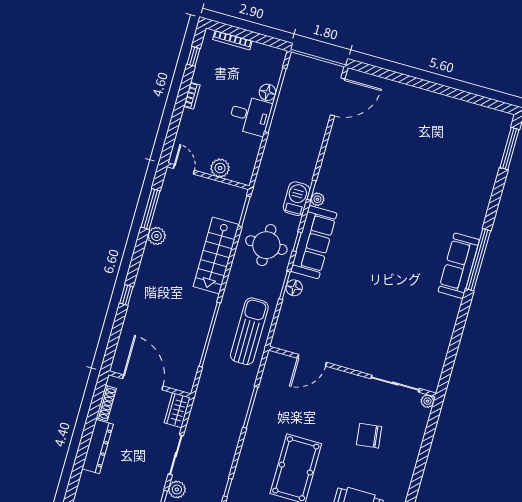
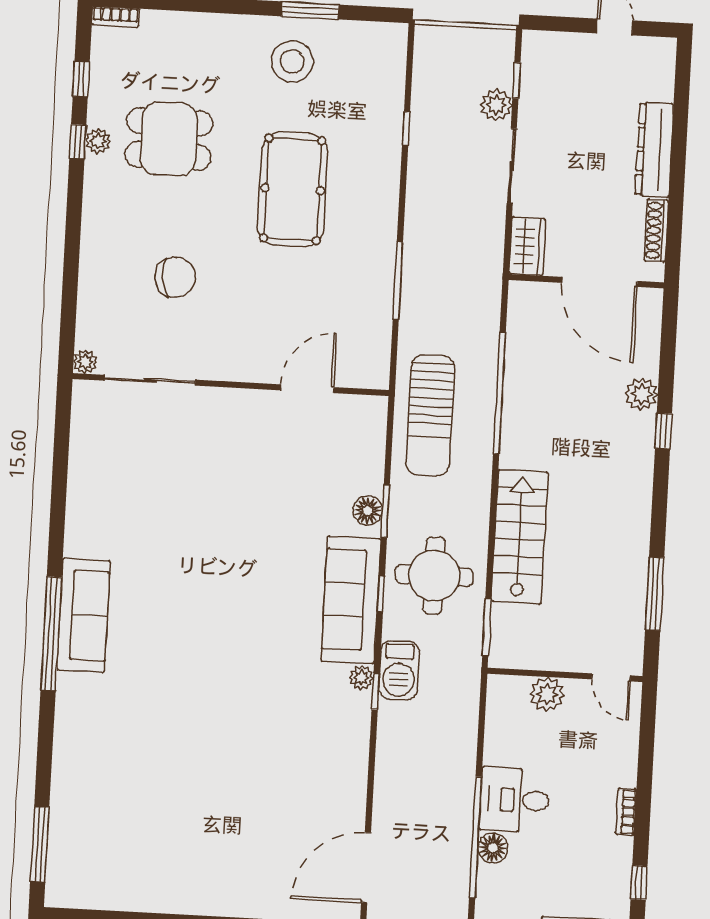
plant: (157, 236) -> (642, 394), moved

